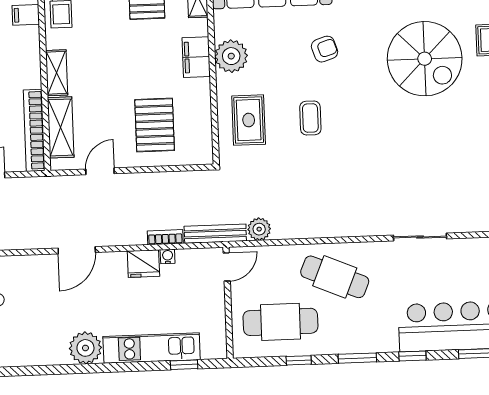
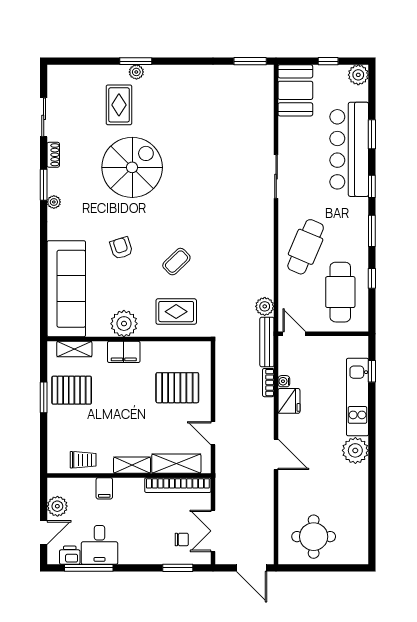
filing cabinet: (26, 15) -> (104, 488), moved
coffee table: (310, 118) -> (176, 262), turned -44

